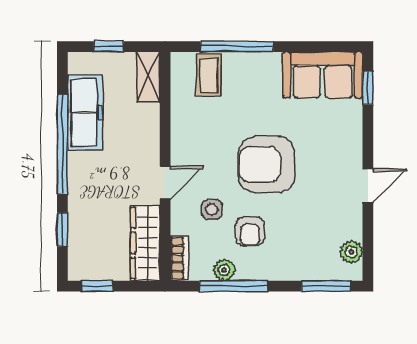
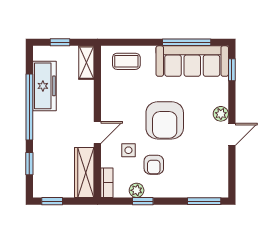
window: (237, 47) -> (187, 42), moved
coffee table: (209, 75) -> (126, 61), turned 90
sofa: (323, 75) -> (192, 61), width x1.36
armchair: (267, 164) -> (165, 120), turned -90
plant: (351, 252) -> (221, 114), moved
window: (233, 286) -> (143, 201), width x0.46

